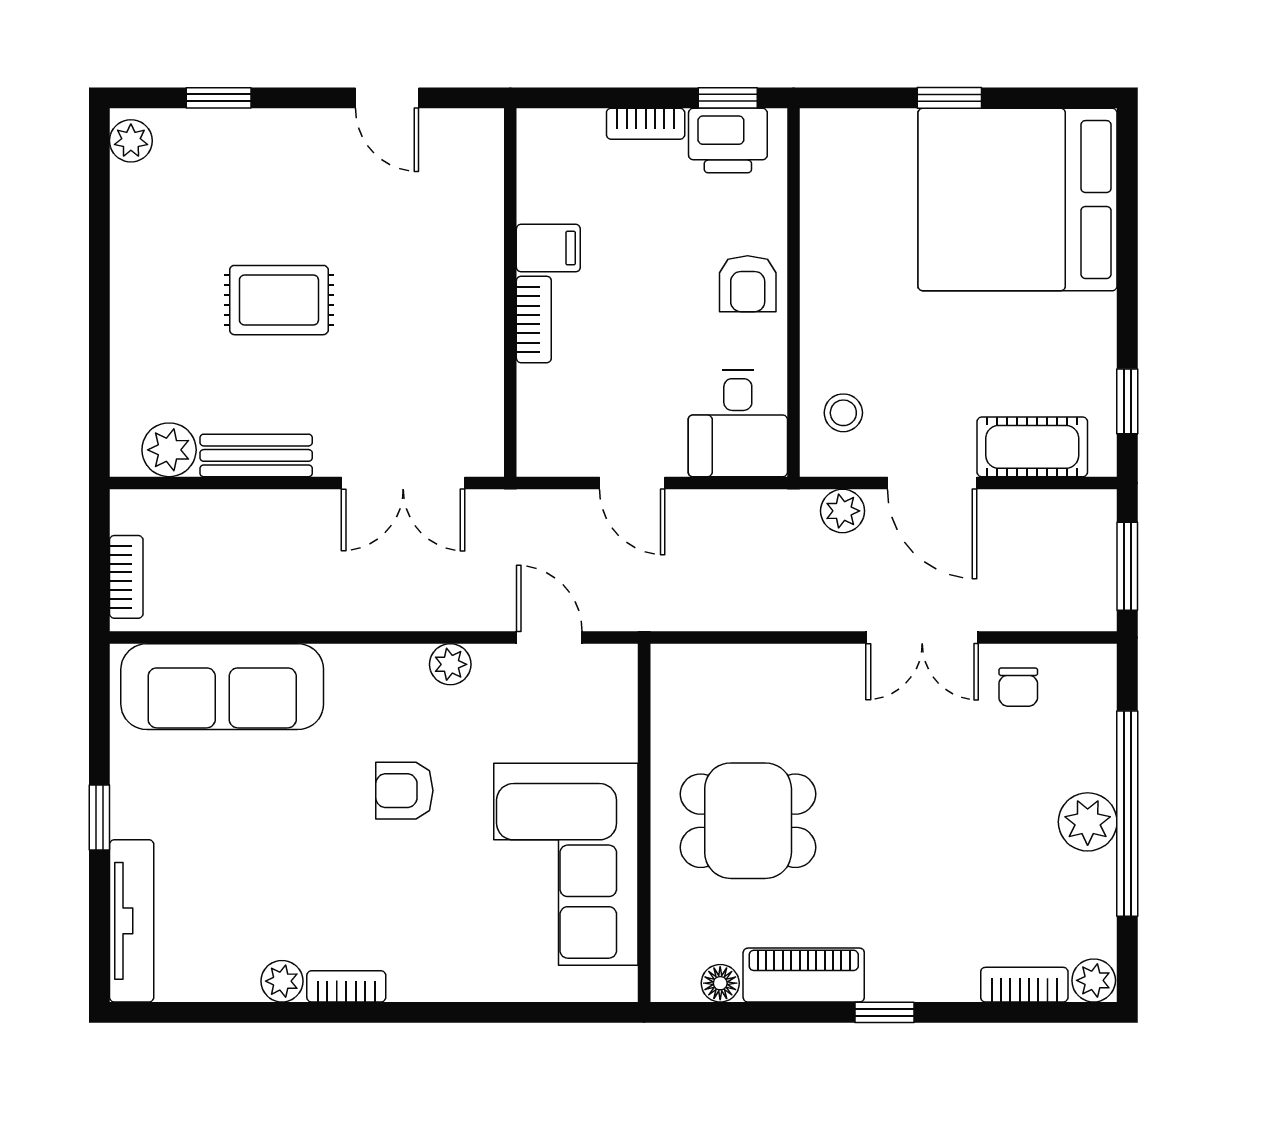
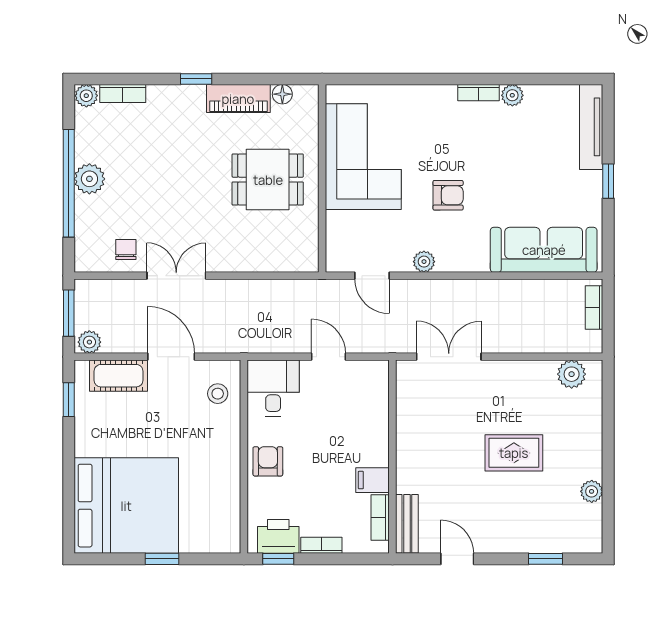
plant: (131, 141) -> (592, 491), moved
bookcase: (534, 319) -> (380, 518), moved
bench: (256, 455) -> (407, 524), moved, turned 90
plant: (843, 511) -> (89, 342), moved

